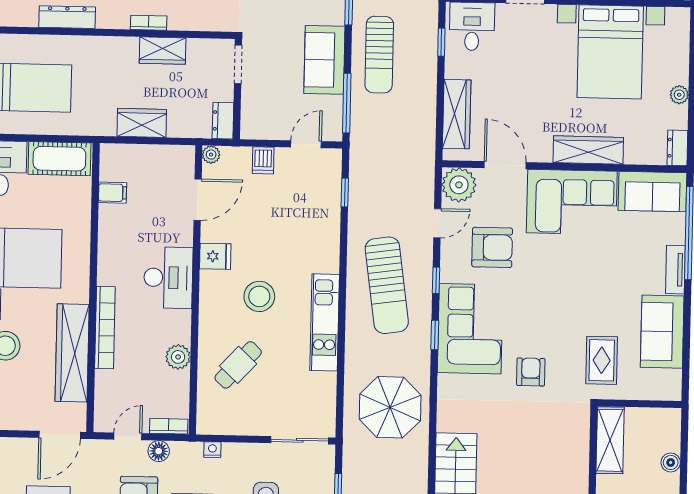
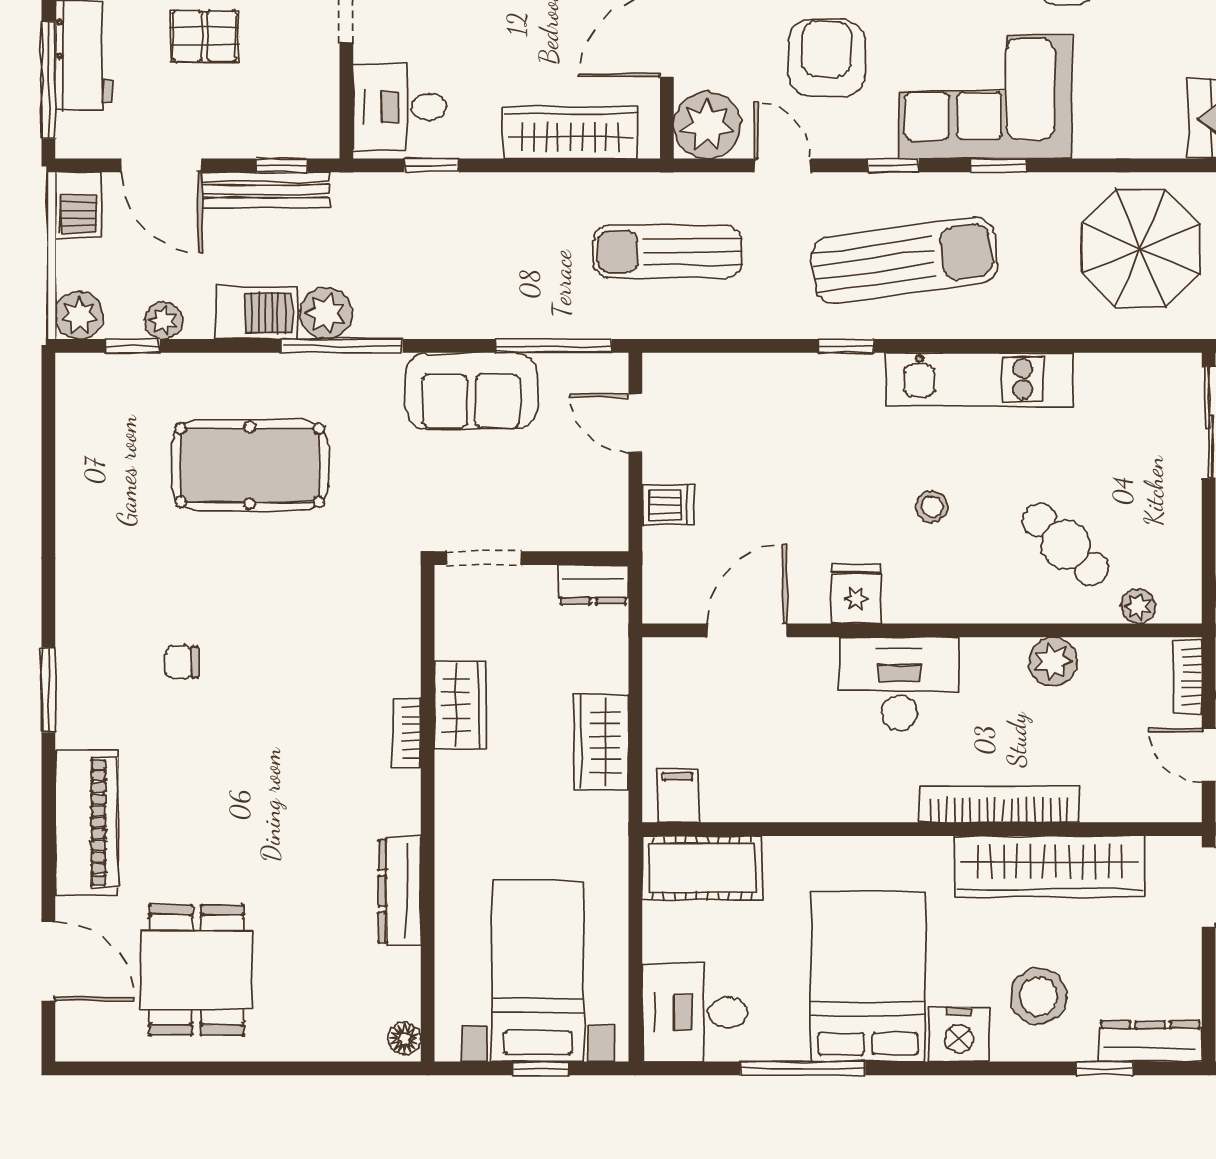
sun lounger: (379, 55) -> (667, 252), moved, turned 180
plant: (211, 155) -> (1138, 606), moved
cot: (59, 159) -> (702, 868), moved, turned 90
window: (345, 192) -> (846, 346), moved
filing cabinet: (113, 193) -> (678, 795), moved
door: (198, 200) -> (747, 630), hinge flipped
stool: (259, 296) -> (932, 507), width x0.53, depth x0.53

